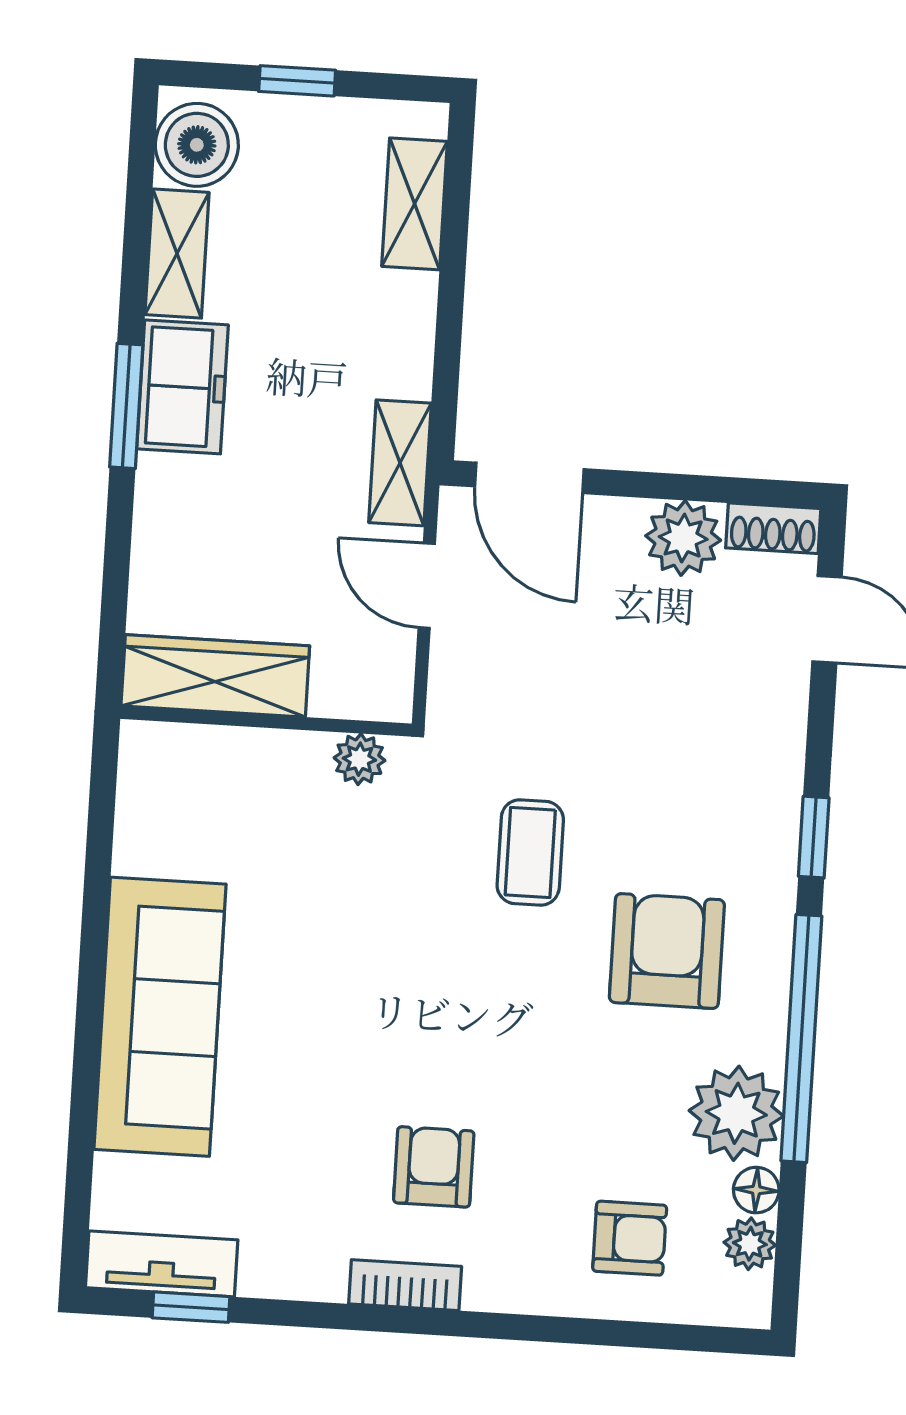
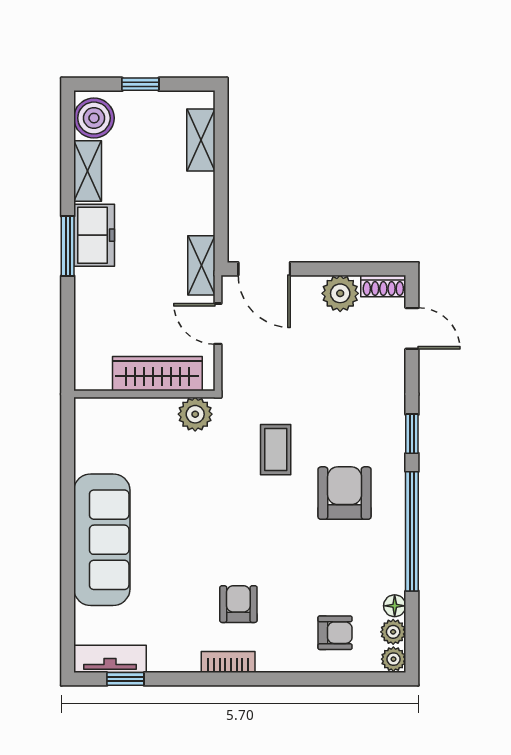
wardrobe: (215, 676) -> (157, 374), moved
plant: (359, 759) -> (195, 414), width x1.38, depth x1.38
plant: (736, 1113) -> (393, 659), moved, width x0.53, depth x0.53

